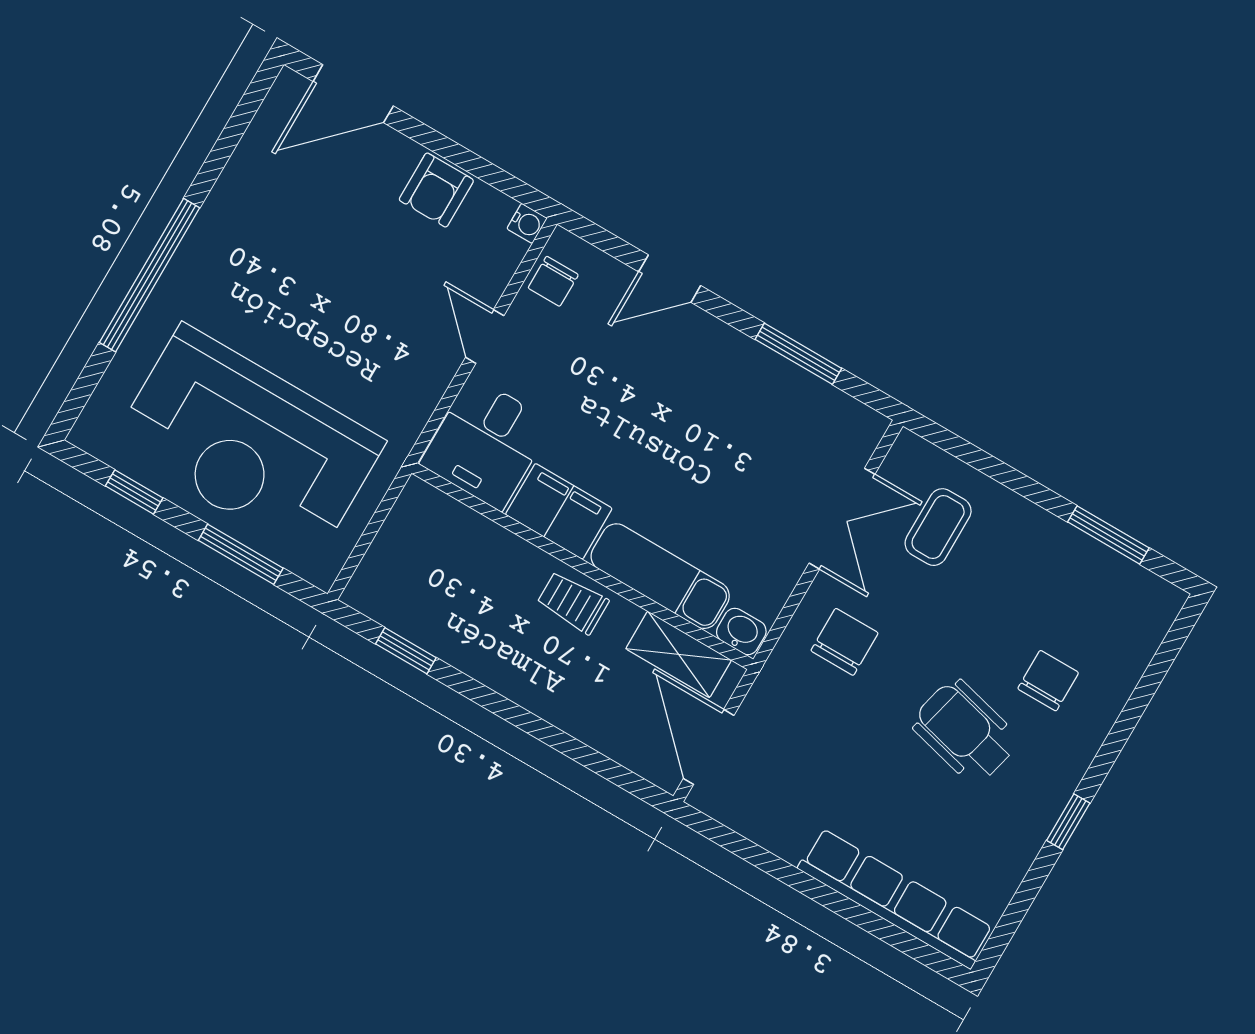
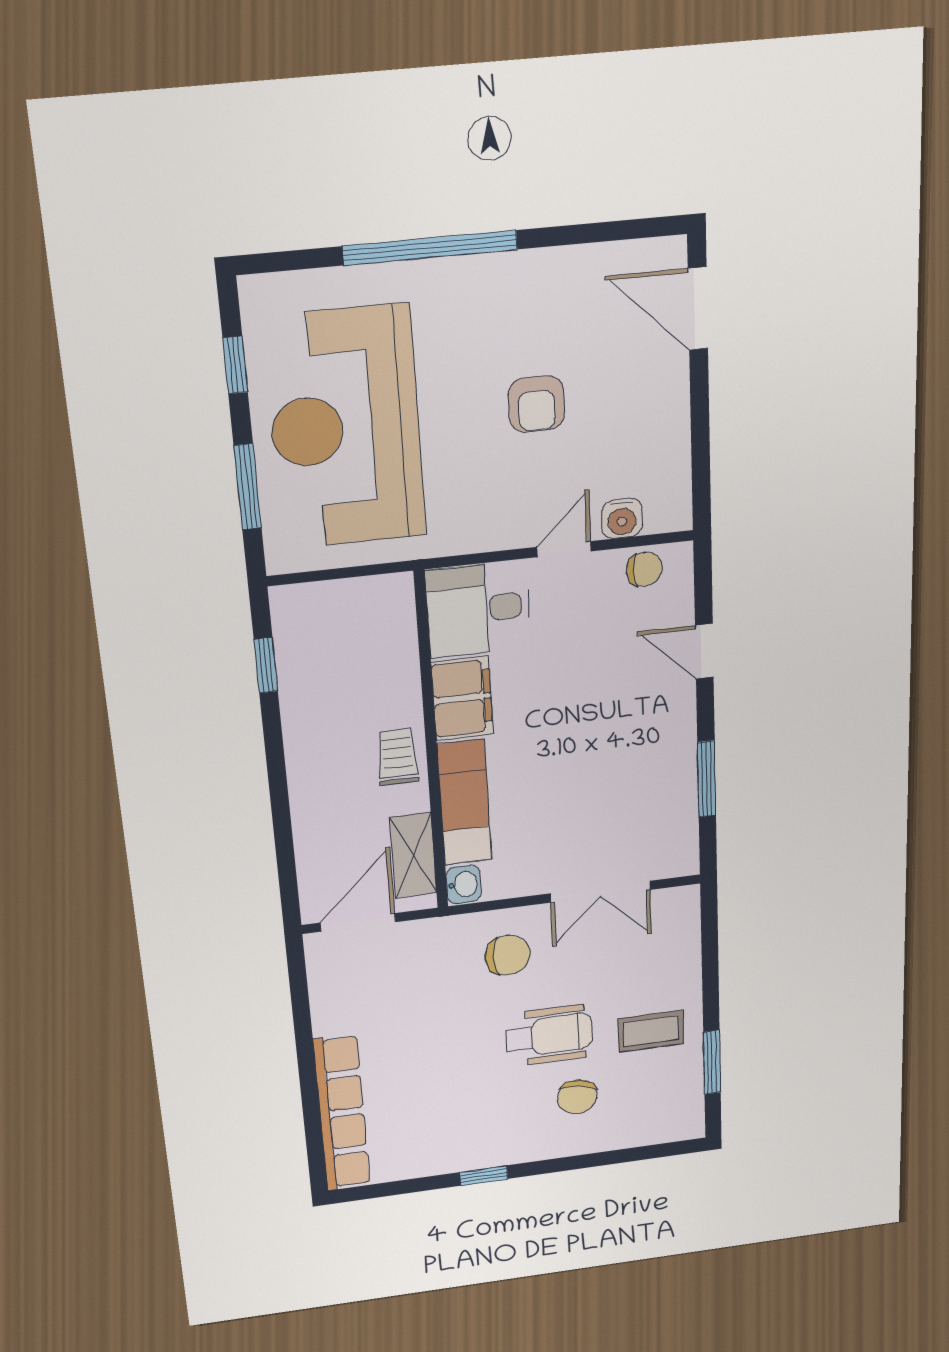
armchair: (436, 190) -> (536, 404), moved, turned -90
water cooler: (527, 223) -> (622, 518), moved, width x1.38, depth x1.38
chair: (553, 281) -> (644, 569), turned 180
coffee table: (938, 527) -> (651, 1031), moved
chair: (1048, 681) -> (577, 1097), turned 100
wheelchair: (965, 732) -> (549, 1035), moved, turned 76

